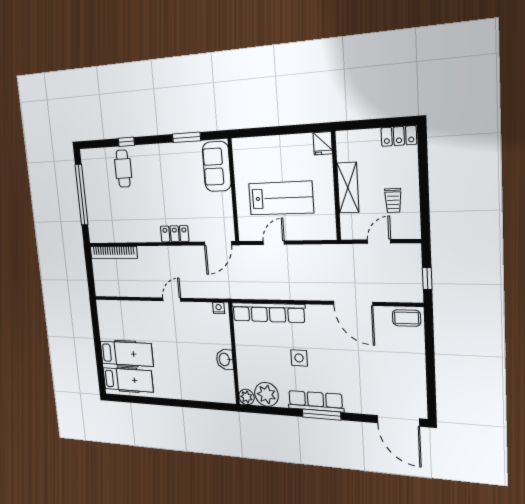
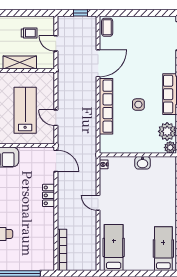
row of seats: (268, 313) -> (106, 106), moved
hospital bed: (126, 354) -> (114, 247), moved

